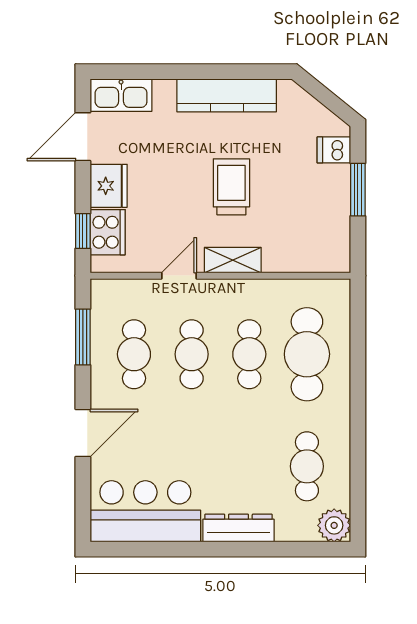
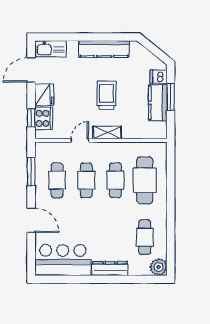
kitchen counter: (333, 201) -> (158, 103), added
door: (83, 433) -> (31, 220), hinge flipped

